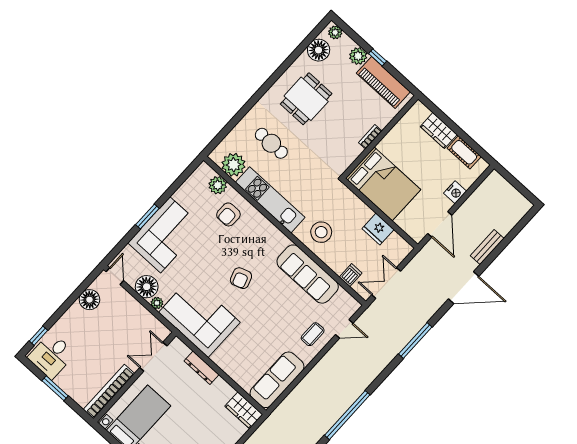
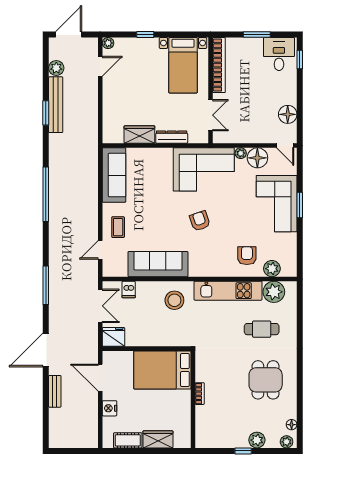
floor lamp: (319, 50) -> (292, 425), width x0.53, depth x0.53
piano: (383, 82) -> (224, 438), removed
fridge: (378, 229) -> (113, 337), moved
wardrobe: (244, 410) -> (139, 135), moved

